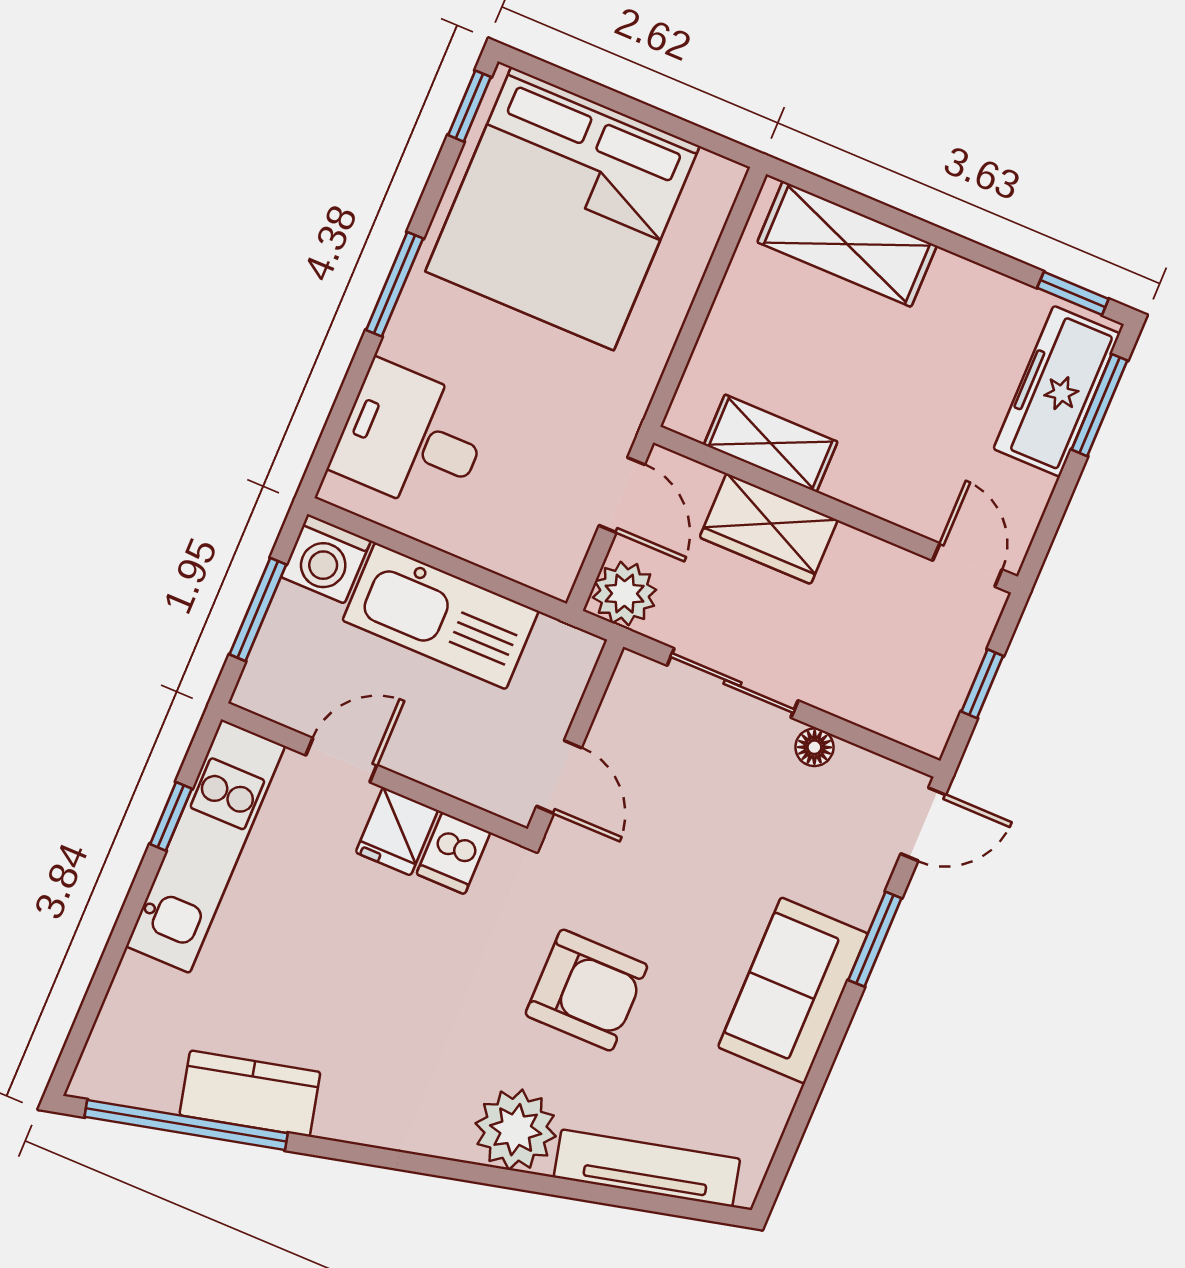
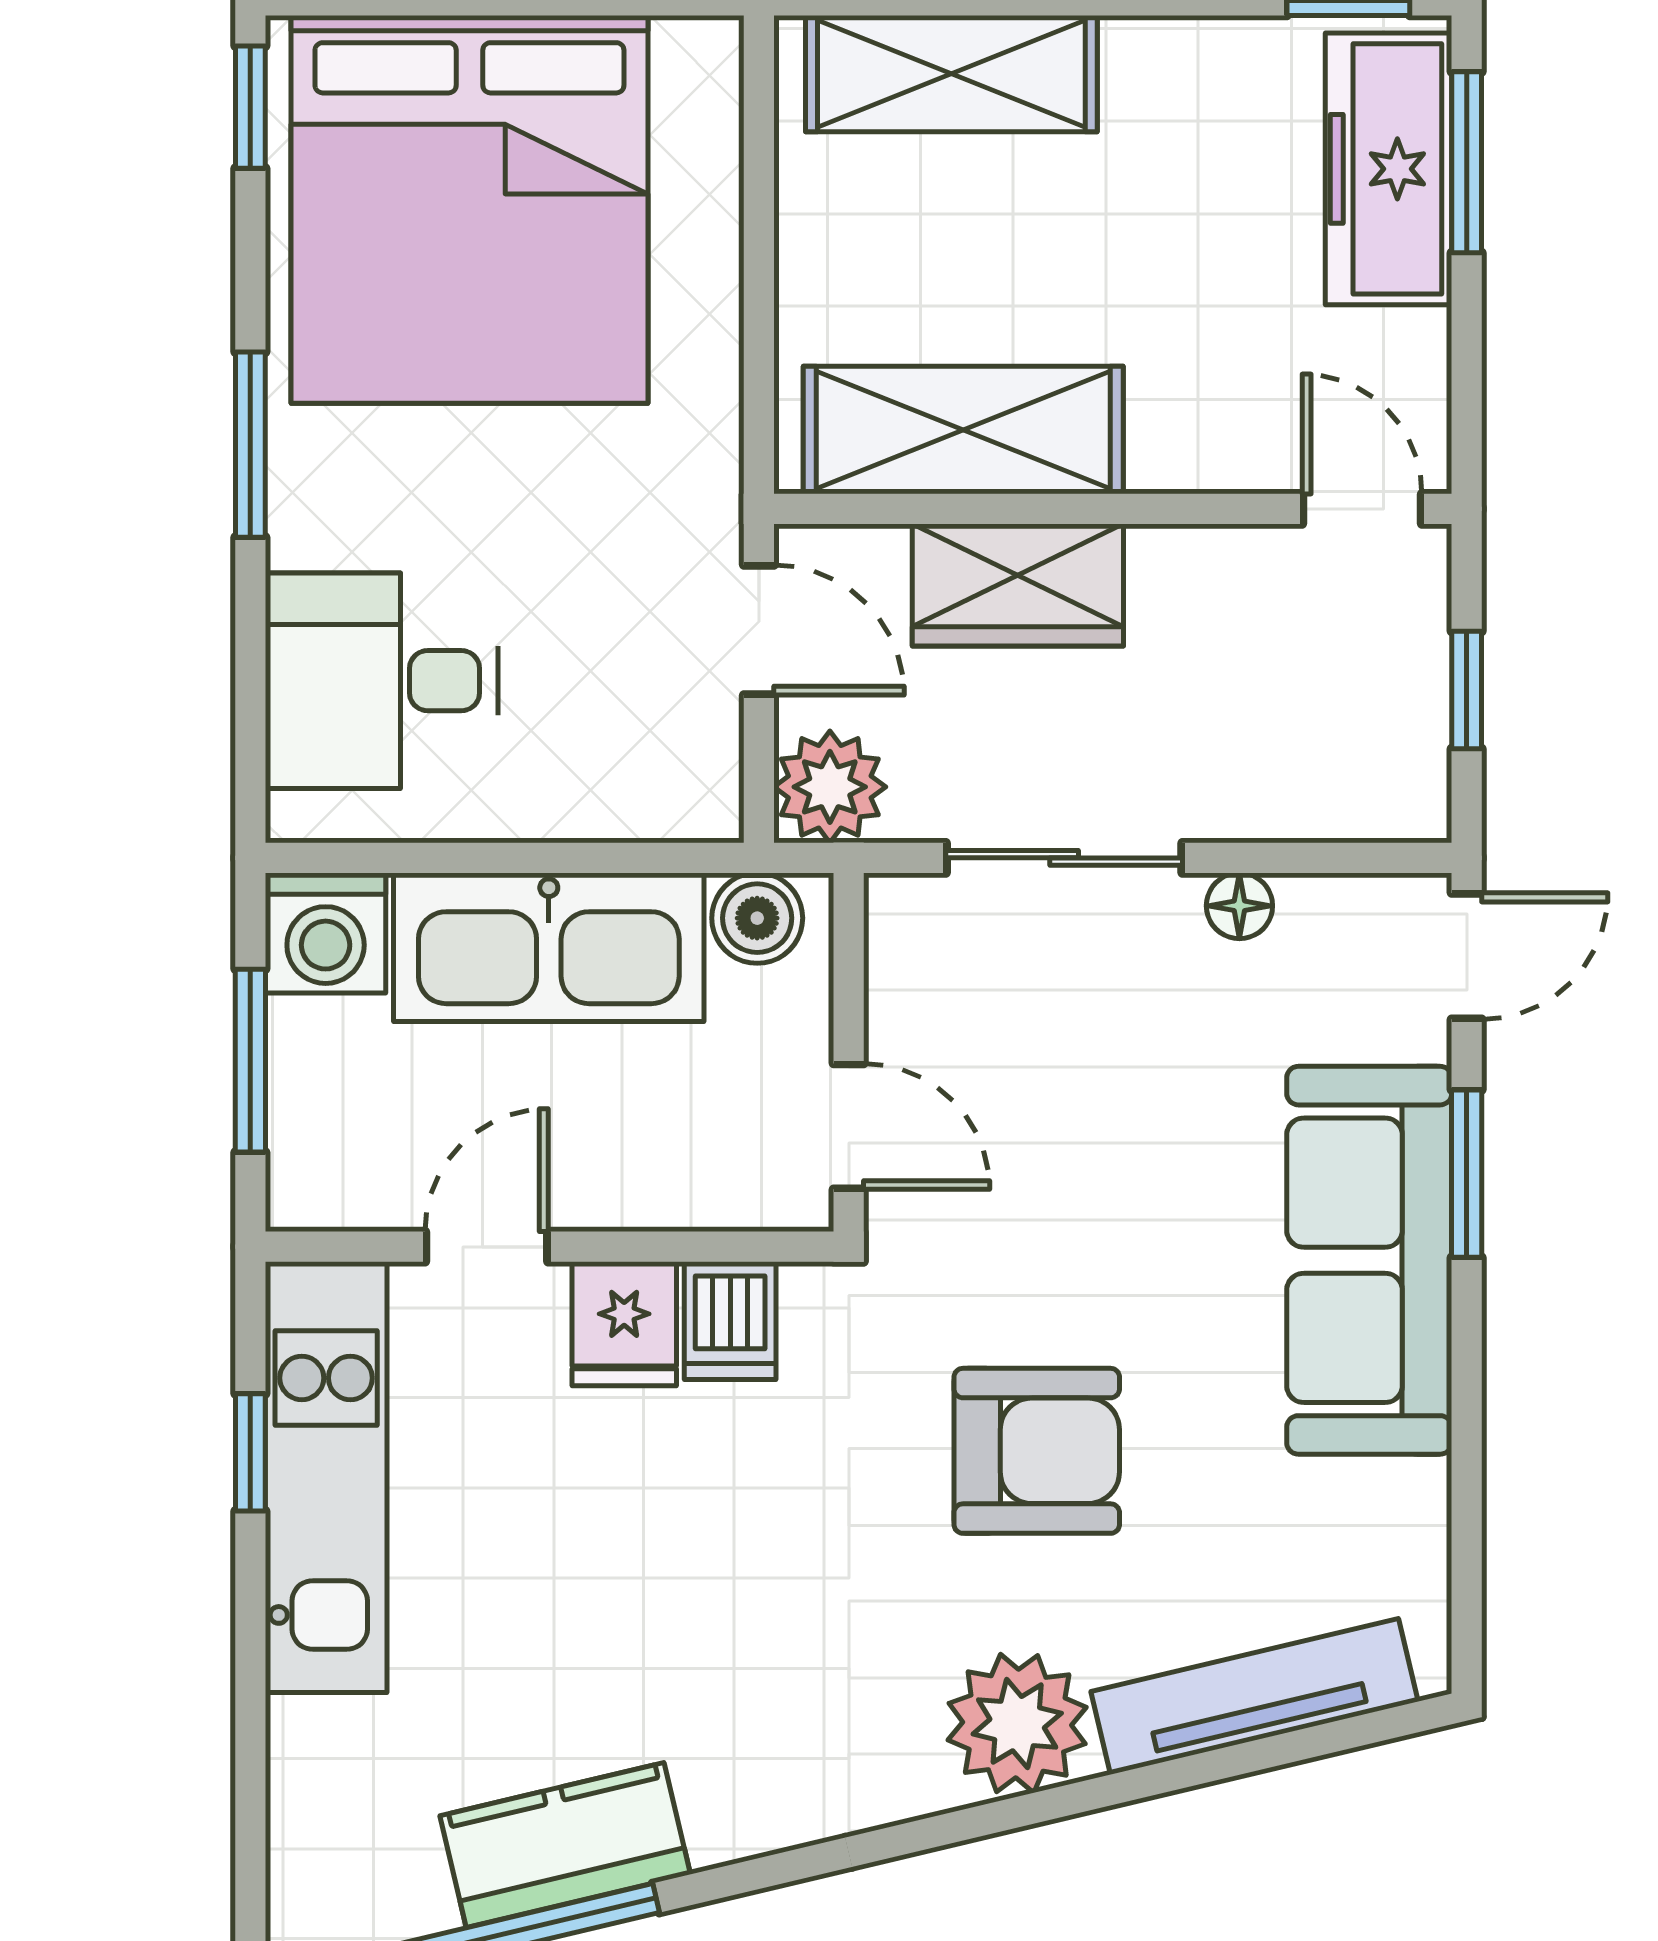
shelving: (771, 443) -> (963, 430), width x1.50, depth x1.33
boiler: (557, 647) -> (757, 918), added
sofa: (793, 990) -> (1369, 1260), width x1.36

